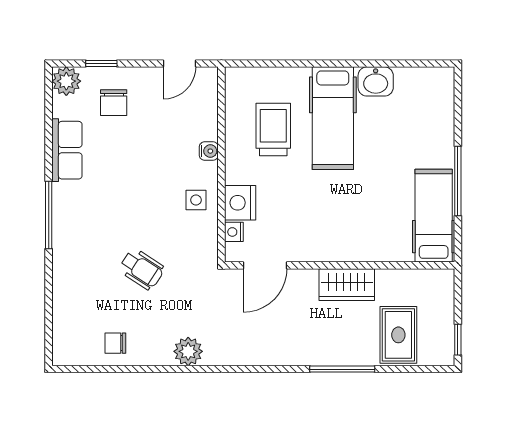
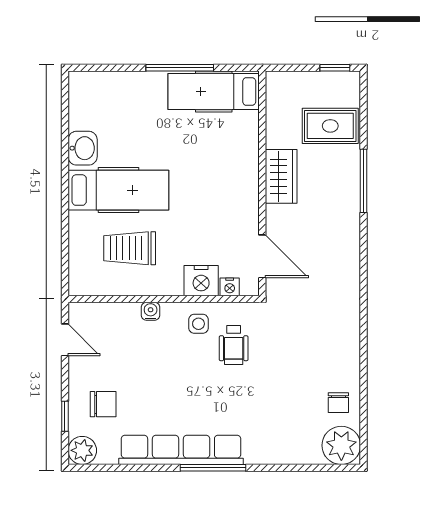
row of seats: (67, 150) -> (181, 450), width x2.02
wheelchair: (142, 269) -> (234, 345), moved, turned 147
plant: (188, 351) -> (341, 445), moved, width x1.36, depth x1.36

